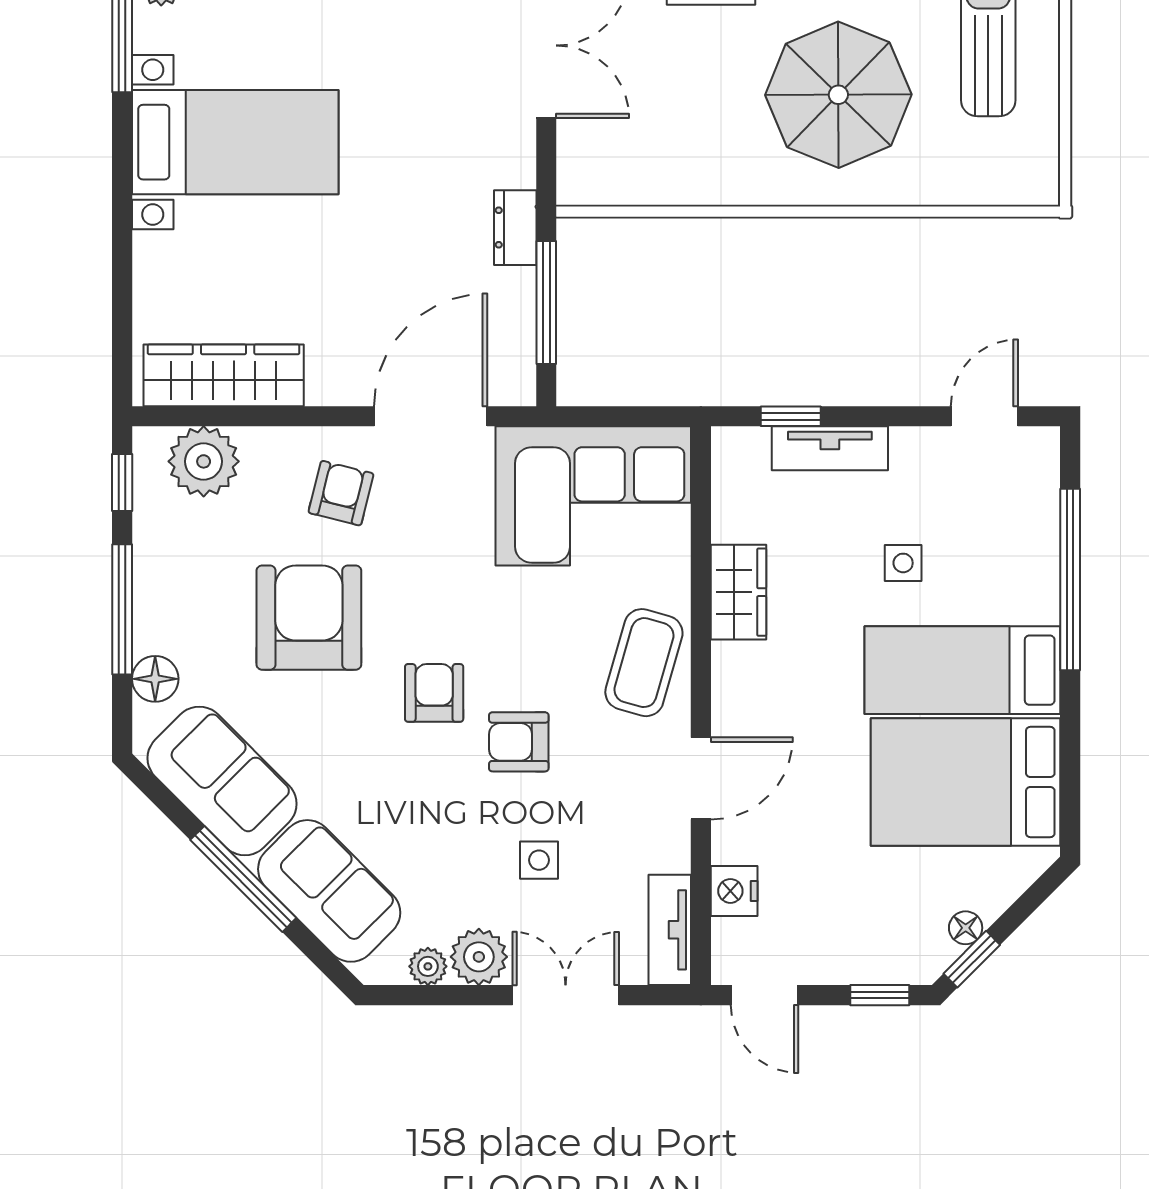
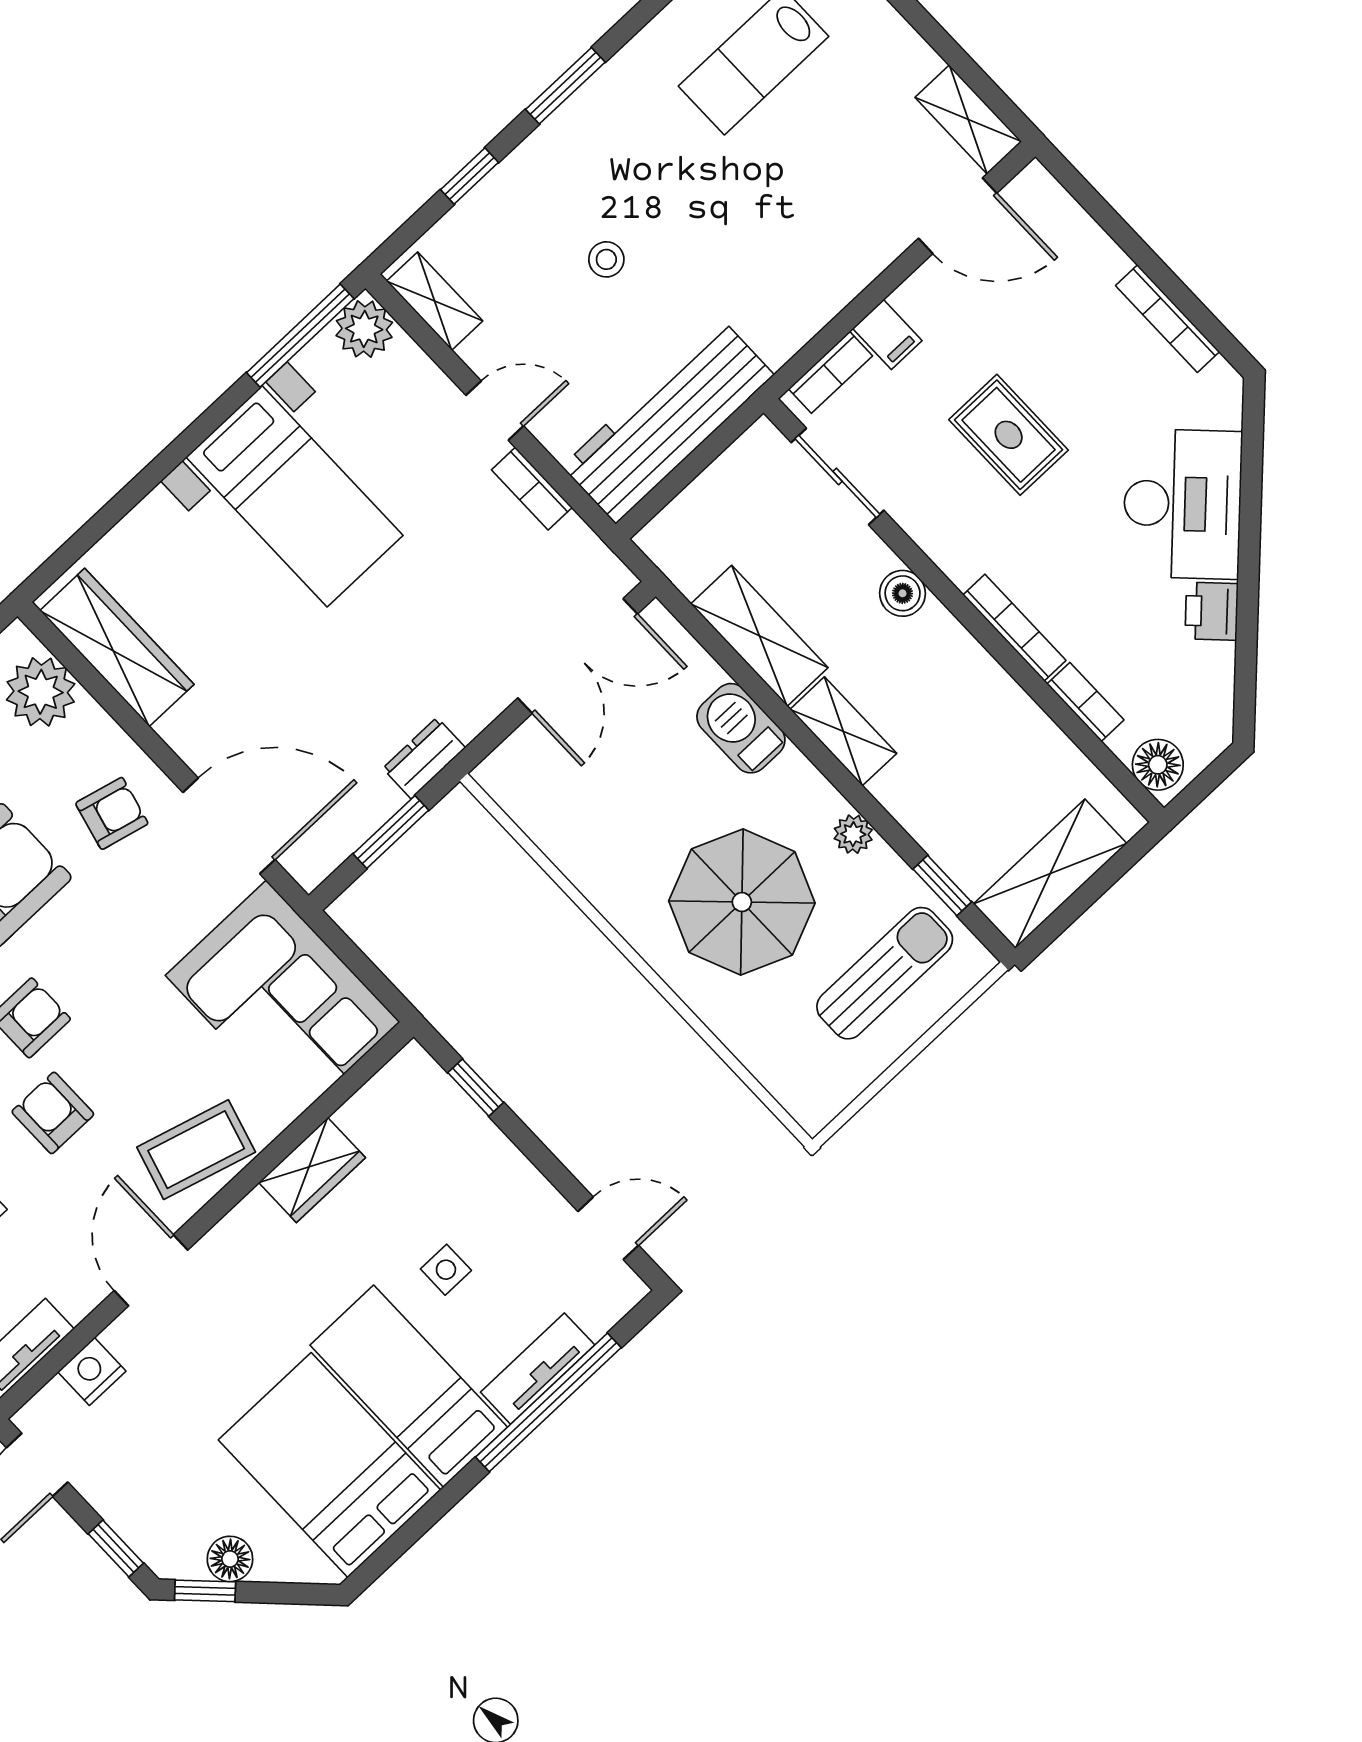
window: (546, 302) -> (391, 832), width x0.69
tv unit: (830, 448) -> (538, 1369), moved, turned 90
door: (701, 778) -> (151, 1270), swing flipped
floor lamp: (966, 928) -> (230, 1559), width x1.37, depth x1.37

